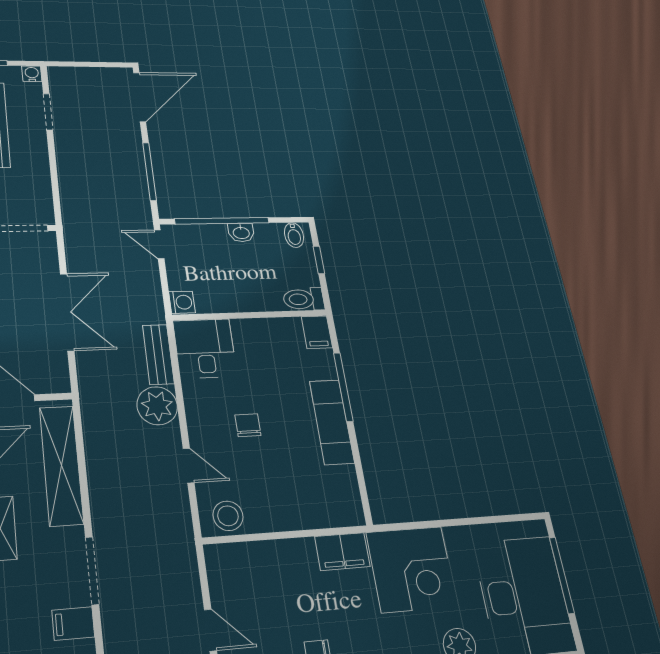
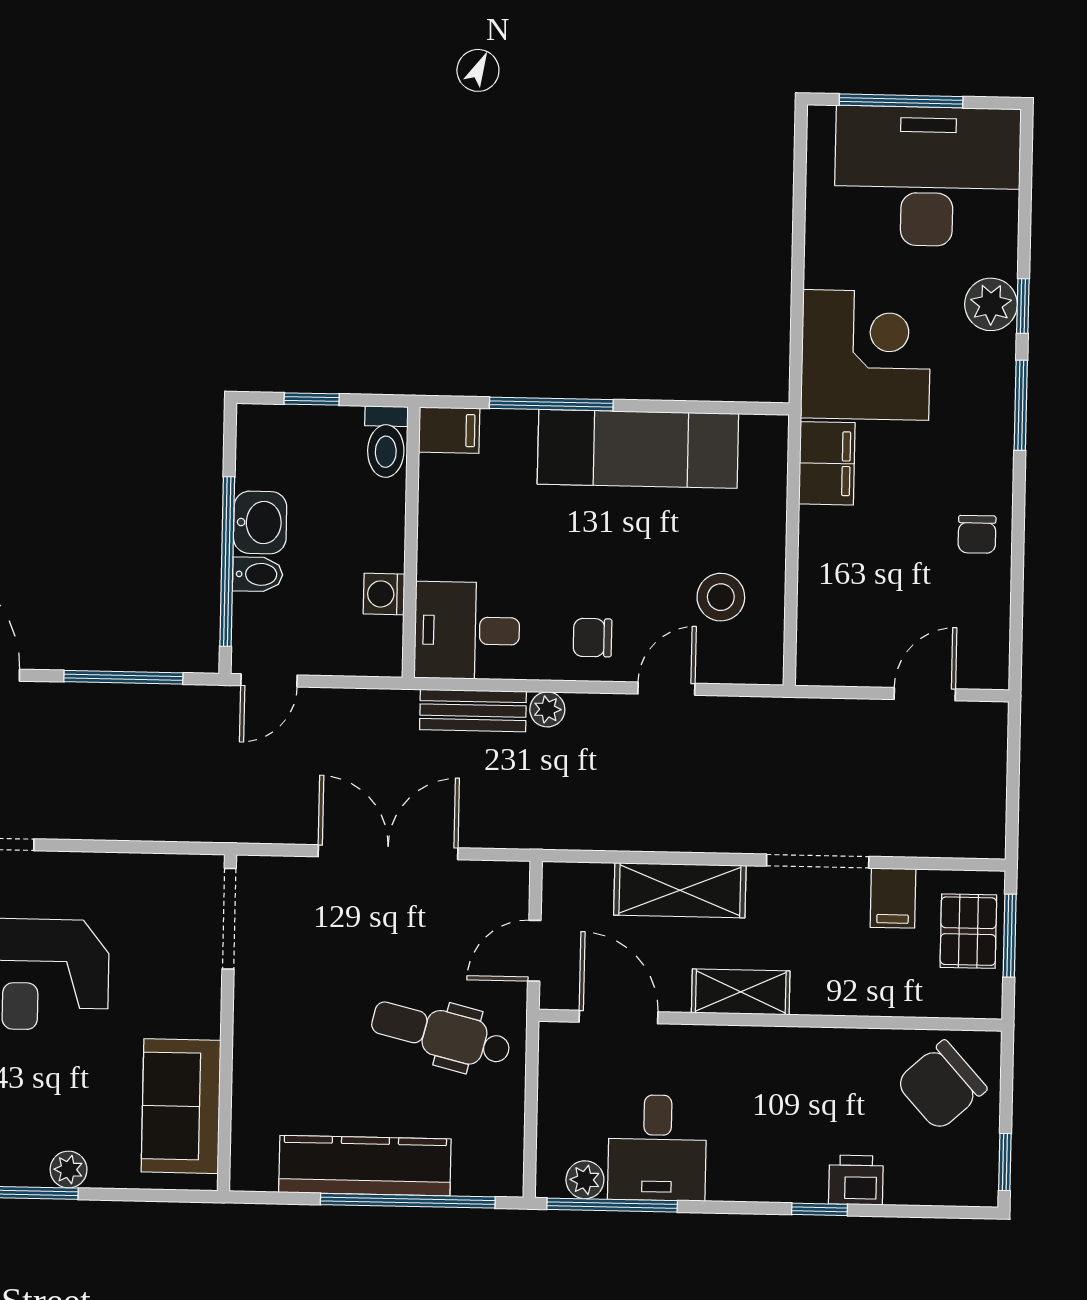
washbasin: (241, 233) -> (260, 522), width x1.38, depth x1.45
bidet: (294, 235) -> (258, 574), moved
washing machine: (182, 302) -> (384, 594), moved, turned -90
plant: (157, 406) -> (547, 709), width x0.53, depth x0.53
exam couch: (332, 422) -> (638, 449), width x1.36, depth x1.45
chair: (248, 425) -> (592, 638), moved
shelving: (61, 465) -> (680, 890), width x0.68
stool: (228, 516) -> (721, 597), moved

